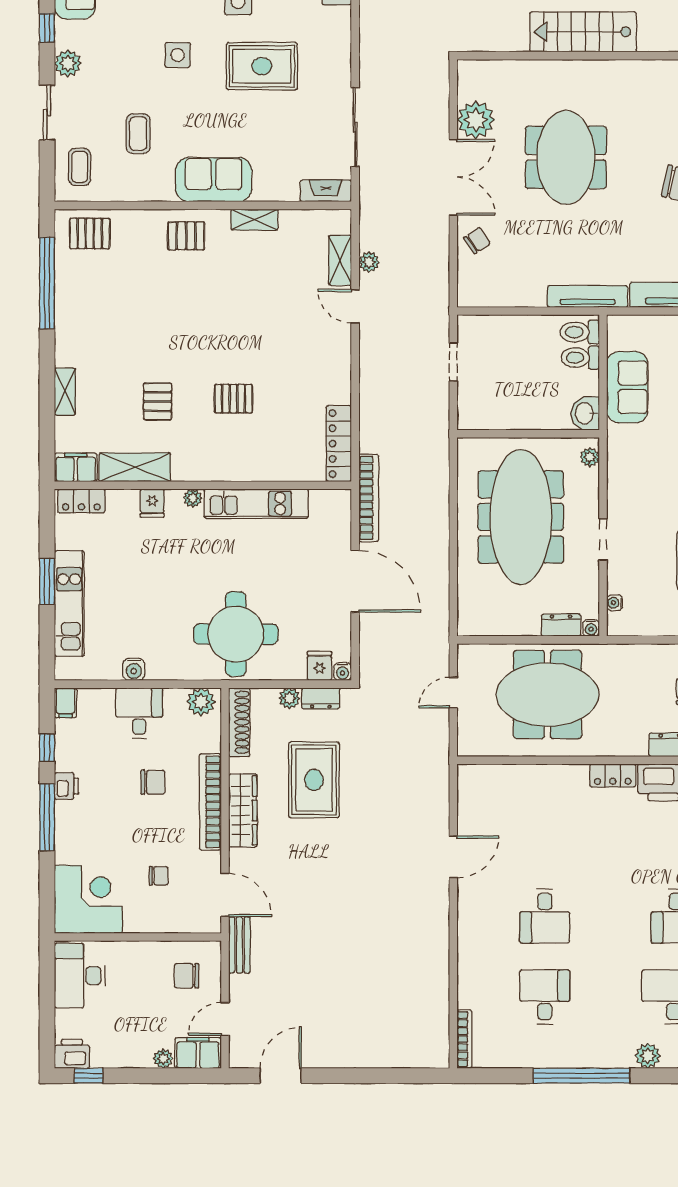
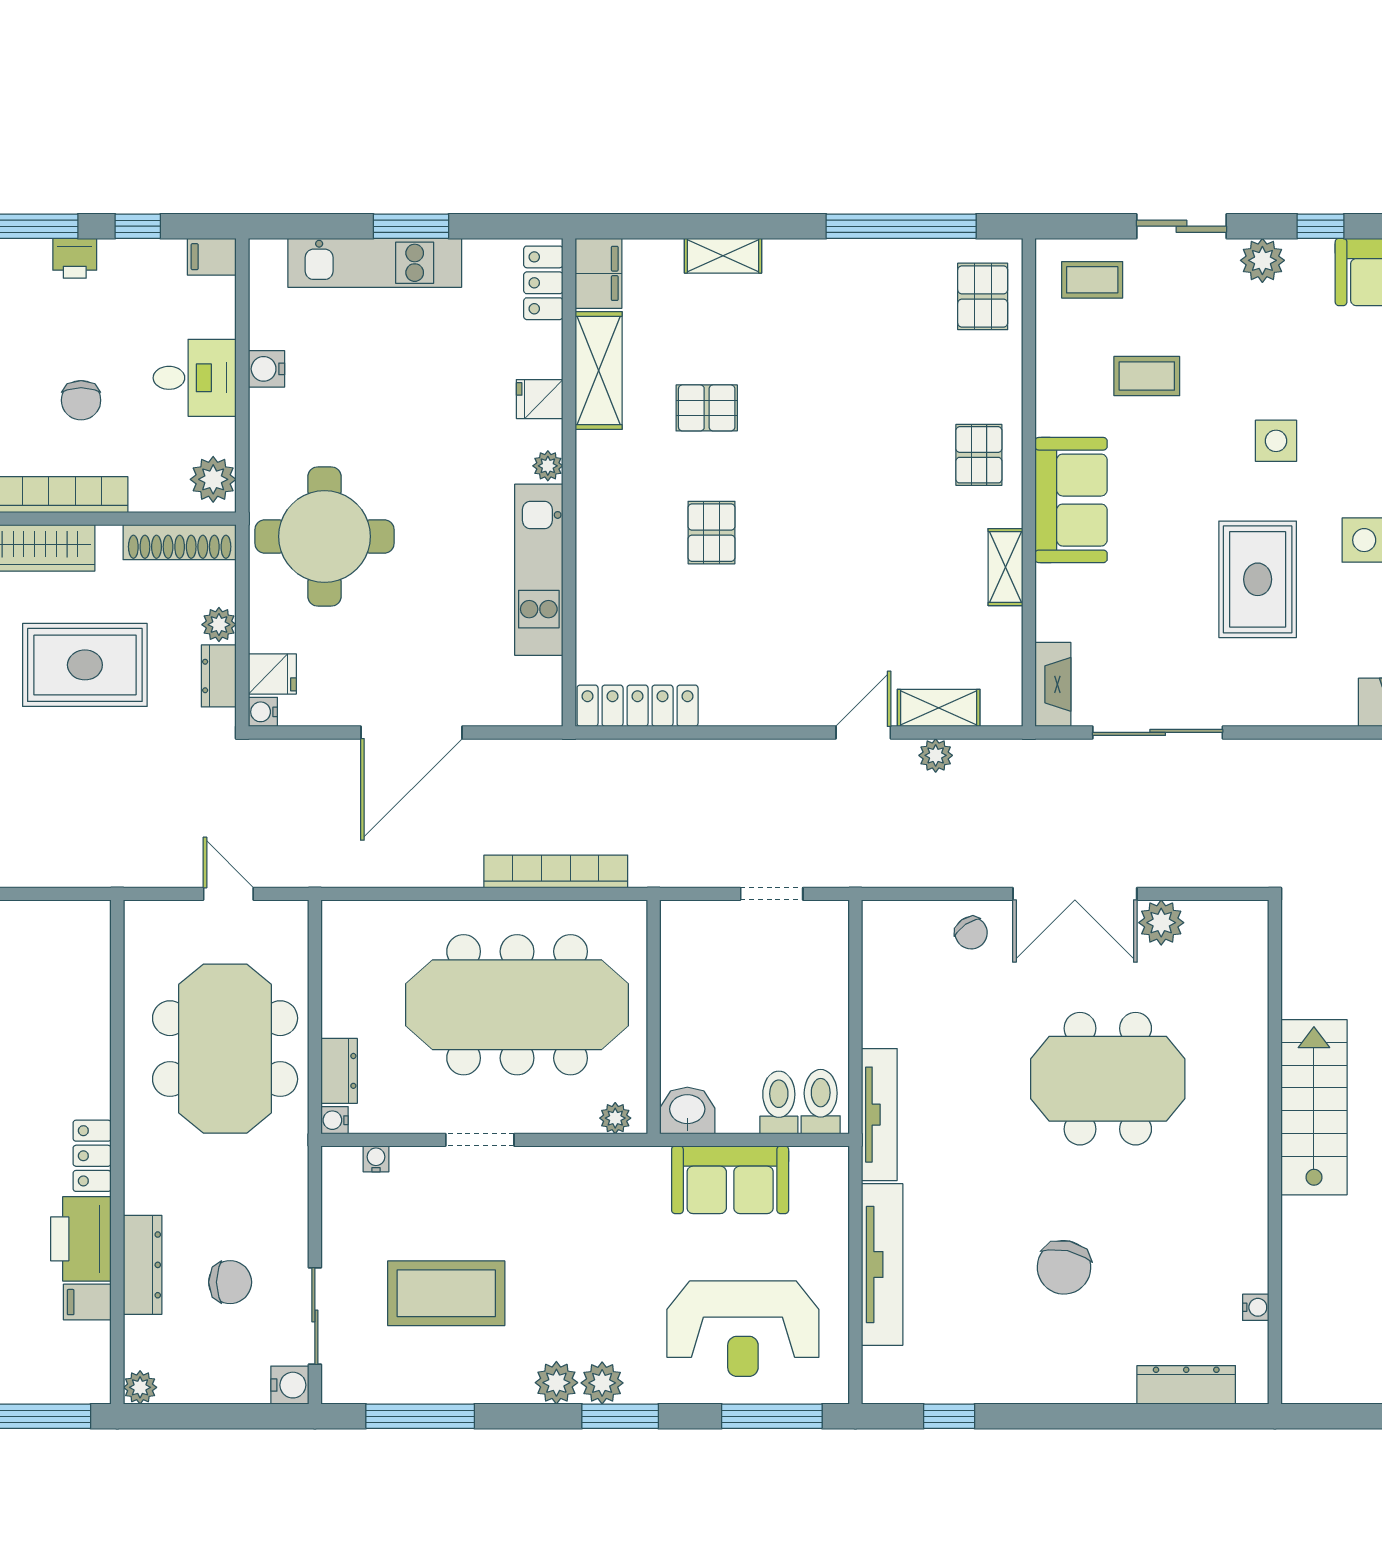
plant: (476, 120) -> (1161, 923), width x0.73, depth x0.73
bookcase: (369, 498) -> (556, 871), moved, turned 180

